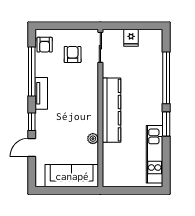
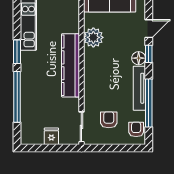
armchair: (73, 54) -> (109, 120), turned 180
tv unit: (41, 93) -> (139, 88), width x1.41
floor lamp: (42, 117) -> (139, 58), added
plant: (93, 139) -> (93, 37), width x1.88, depth x1.88

